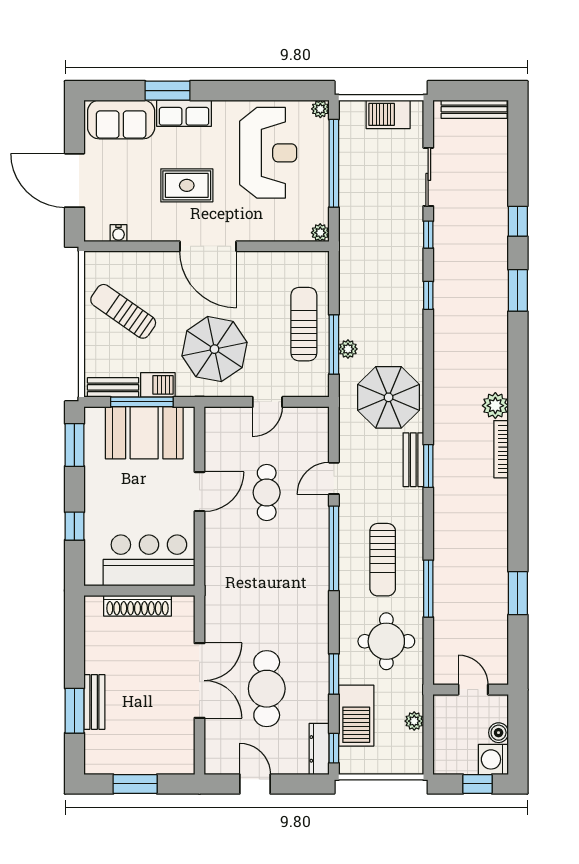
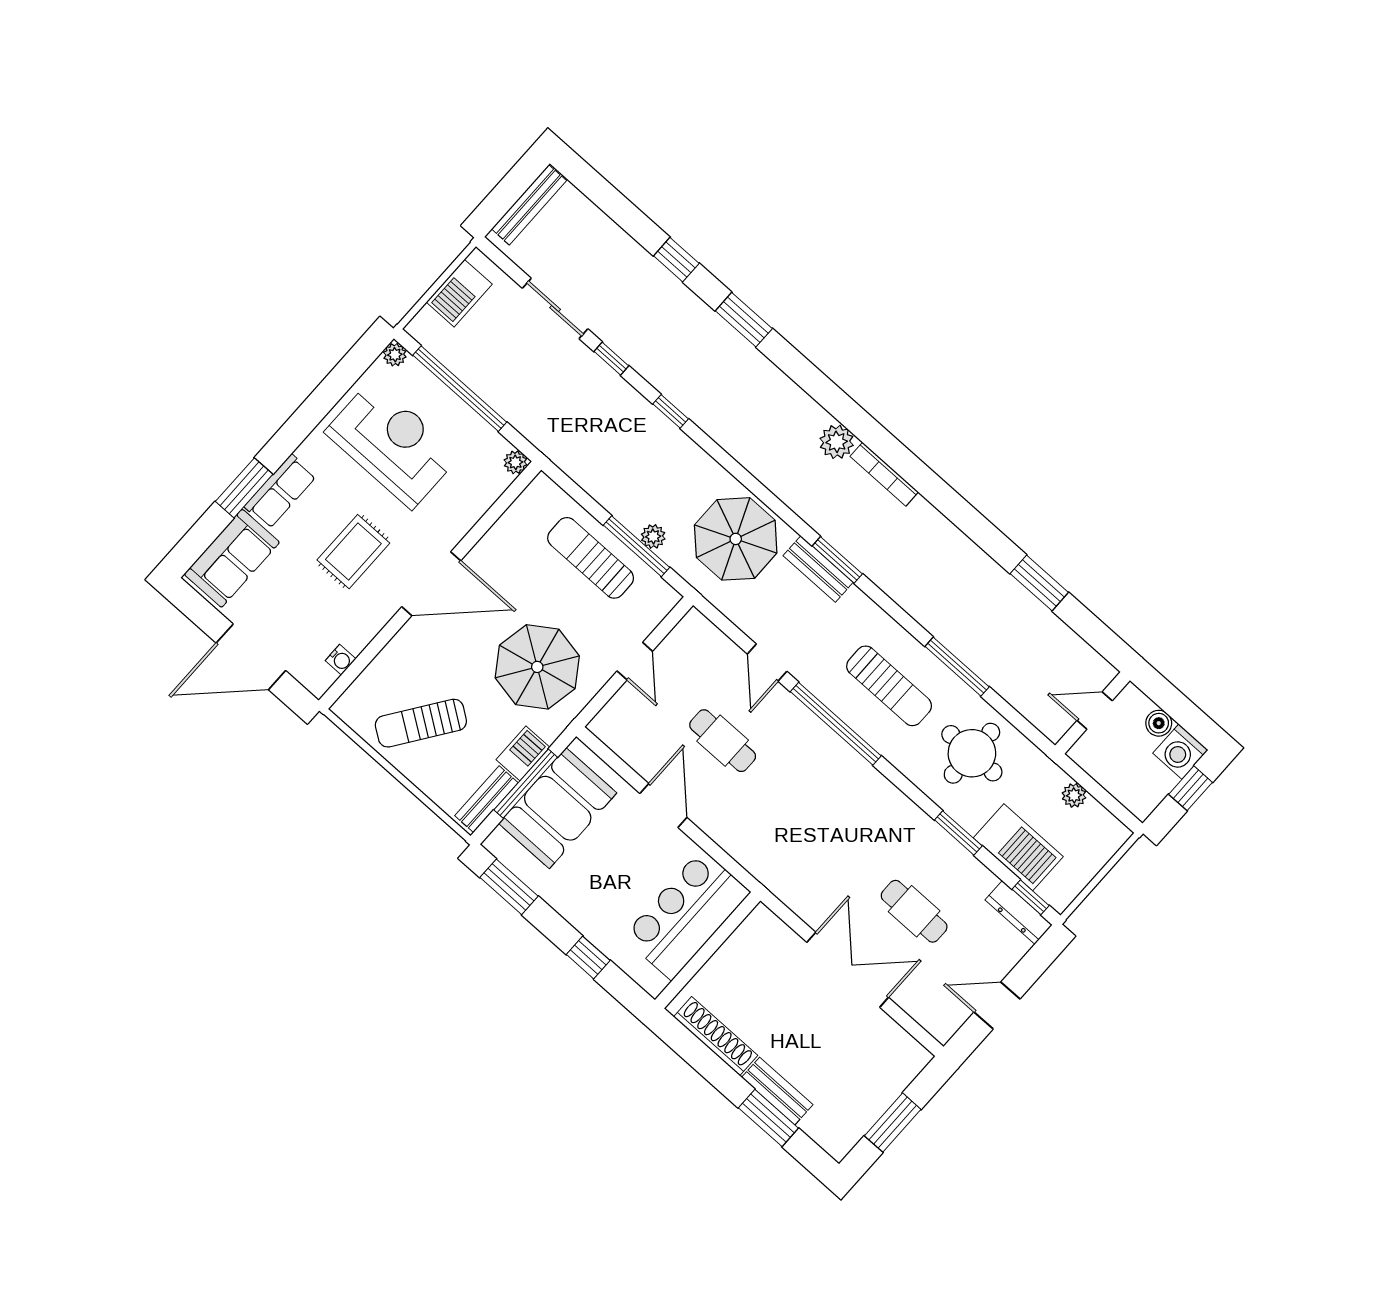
shoe rack: (138, 606) -> (716, 1036), moved, turned -90
cafe table: (267, 689) -> (914, 911), width x0.73, depth x0.74

